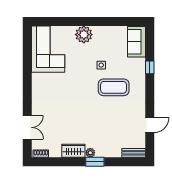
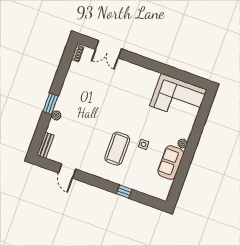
plant: (84, 35) -> (182, 143), width x0.53, depth x0.53
sofa: (136, 42) -> (171, 163), moved, turned -90
wardrobe: (73, 151) -> (69, 86), removed
plant: (90, 153) -> (56, 115), moved

